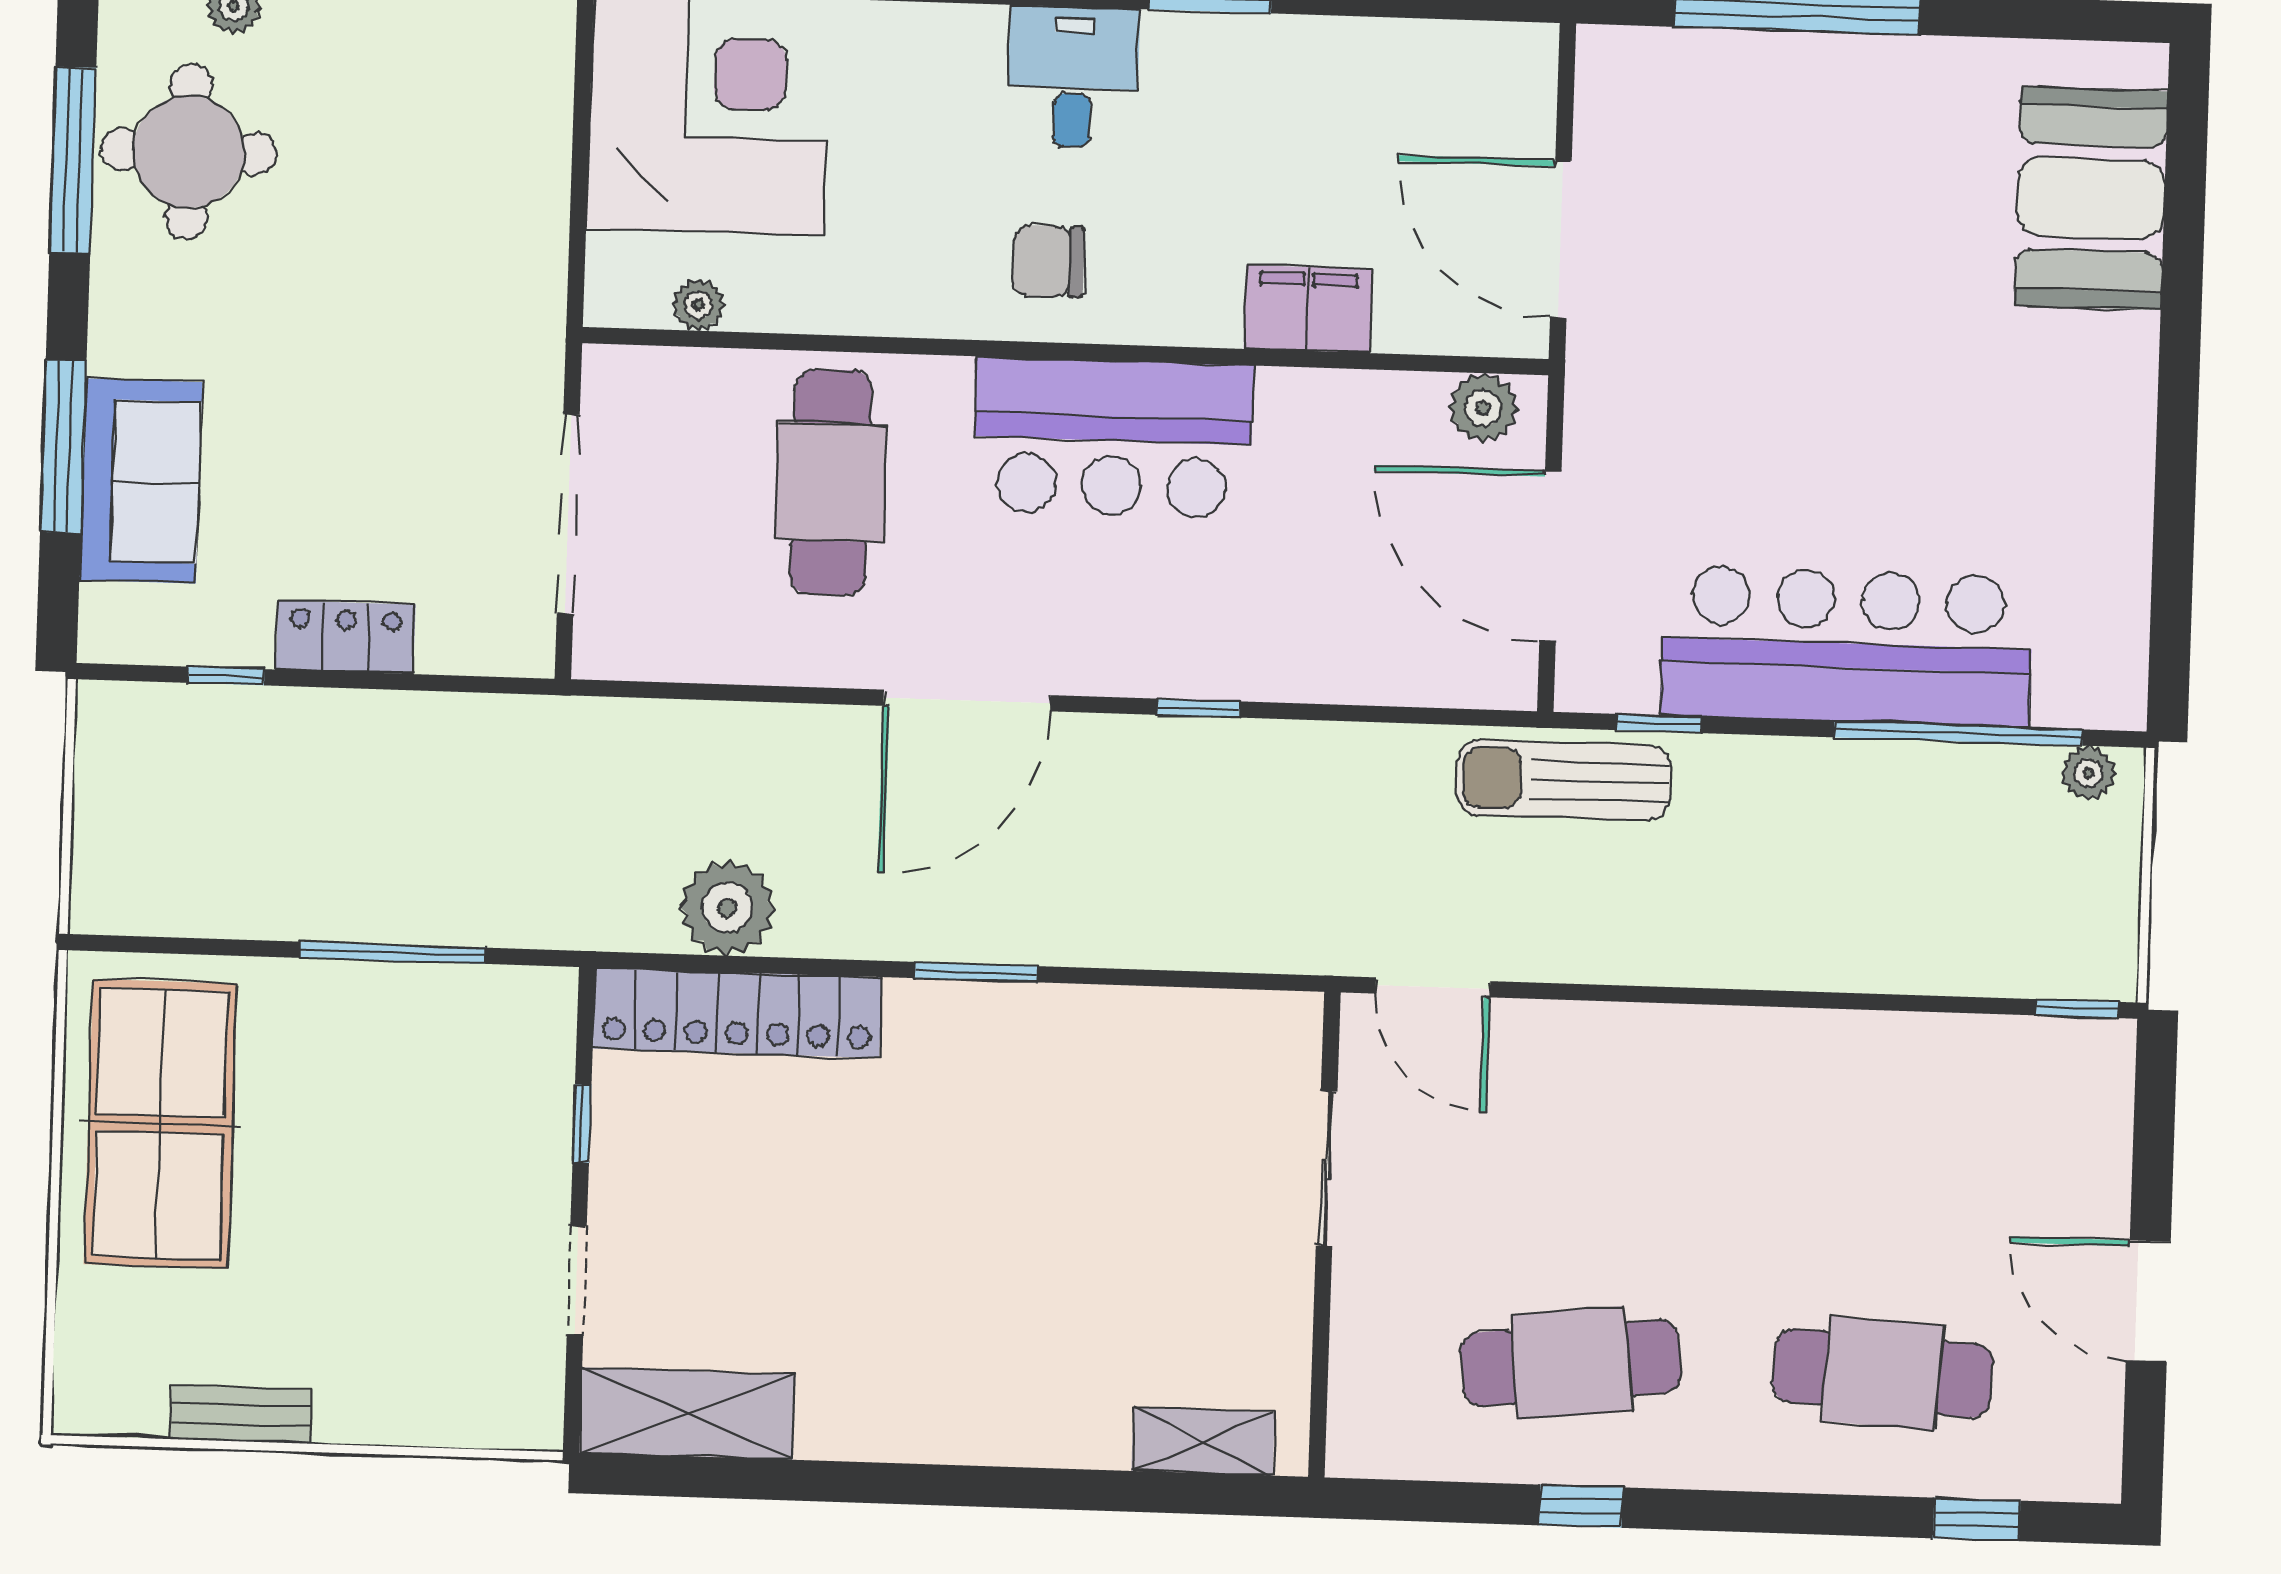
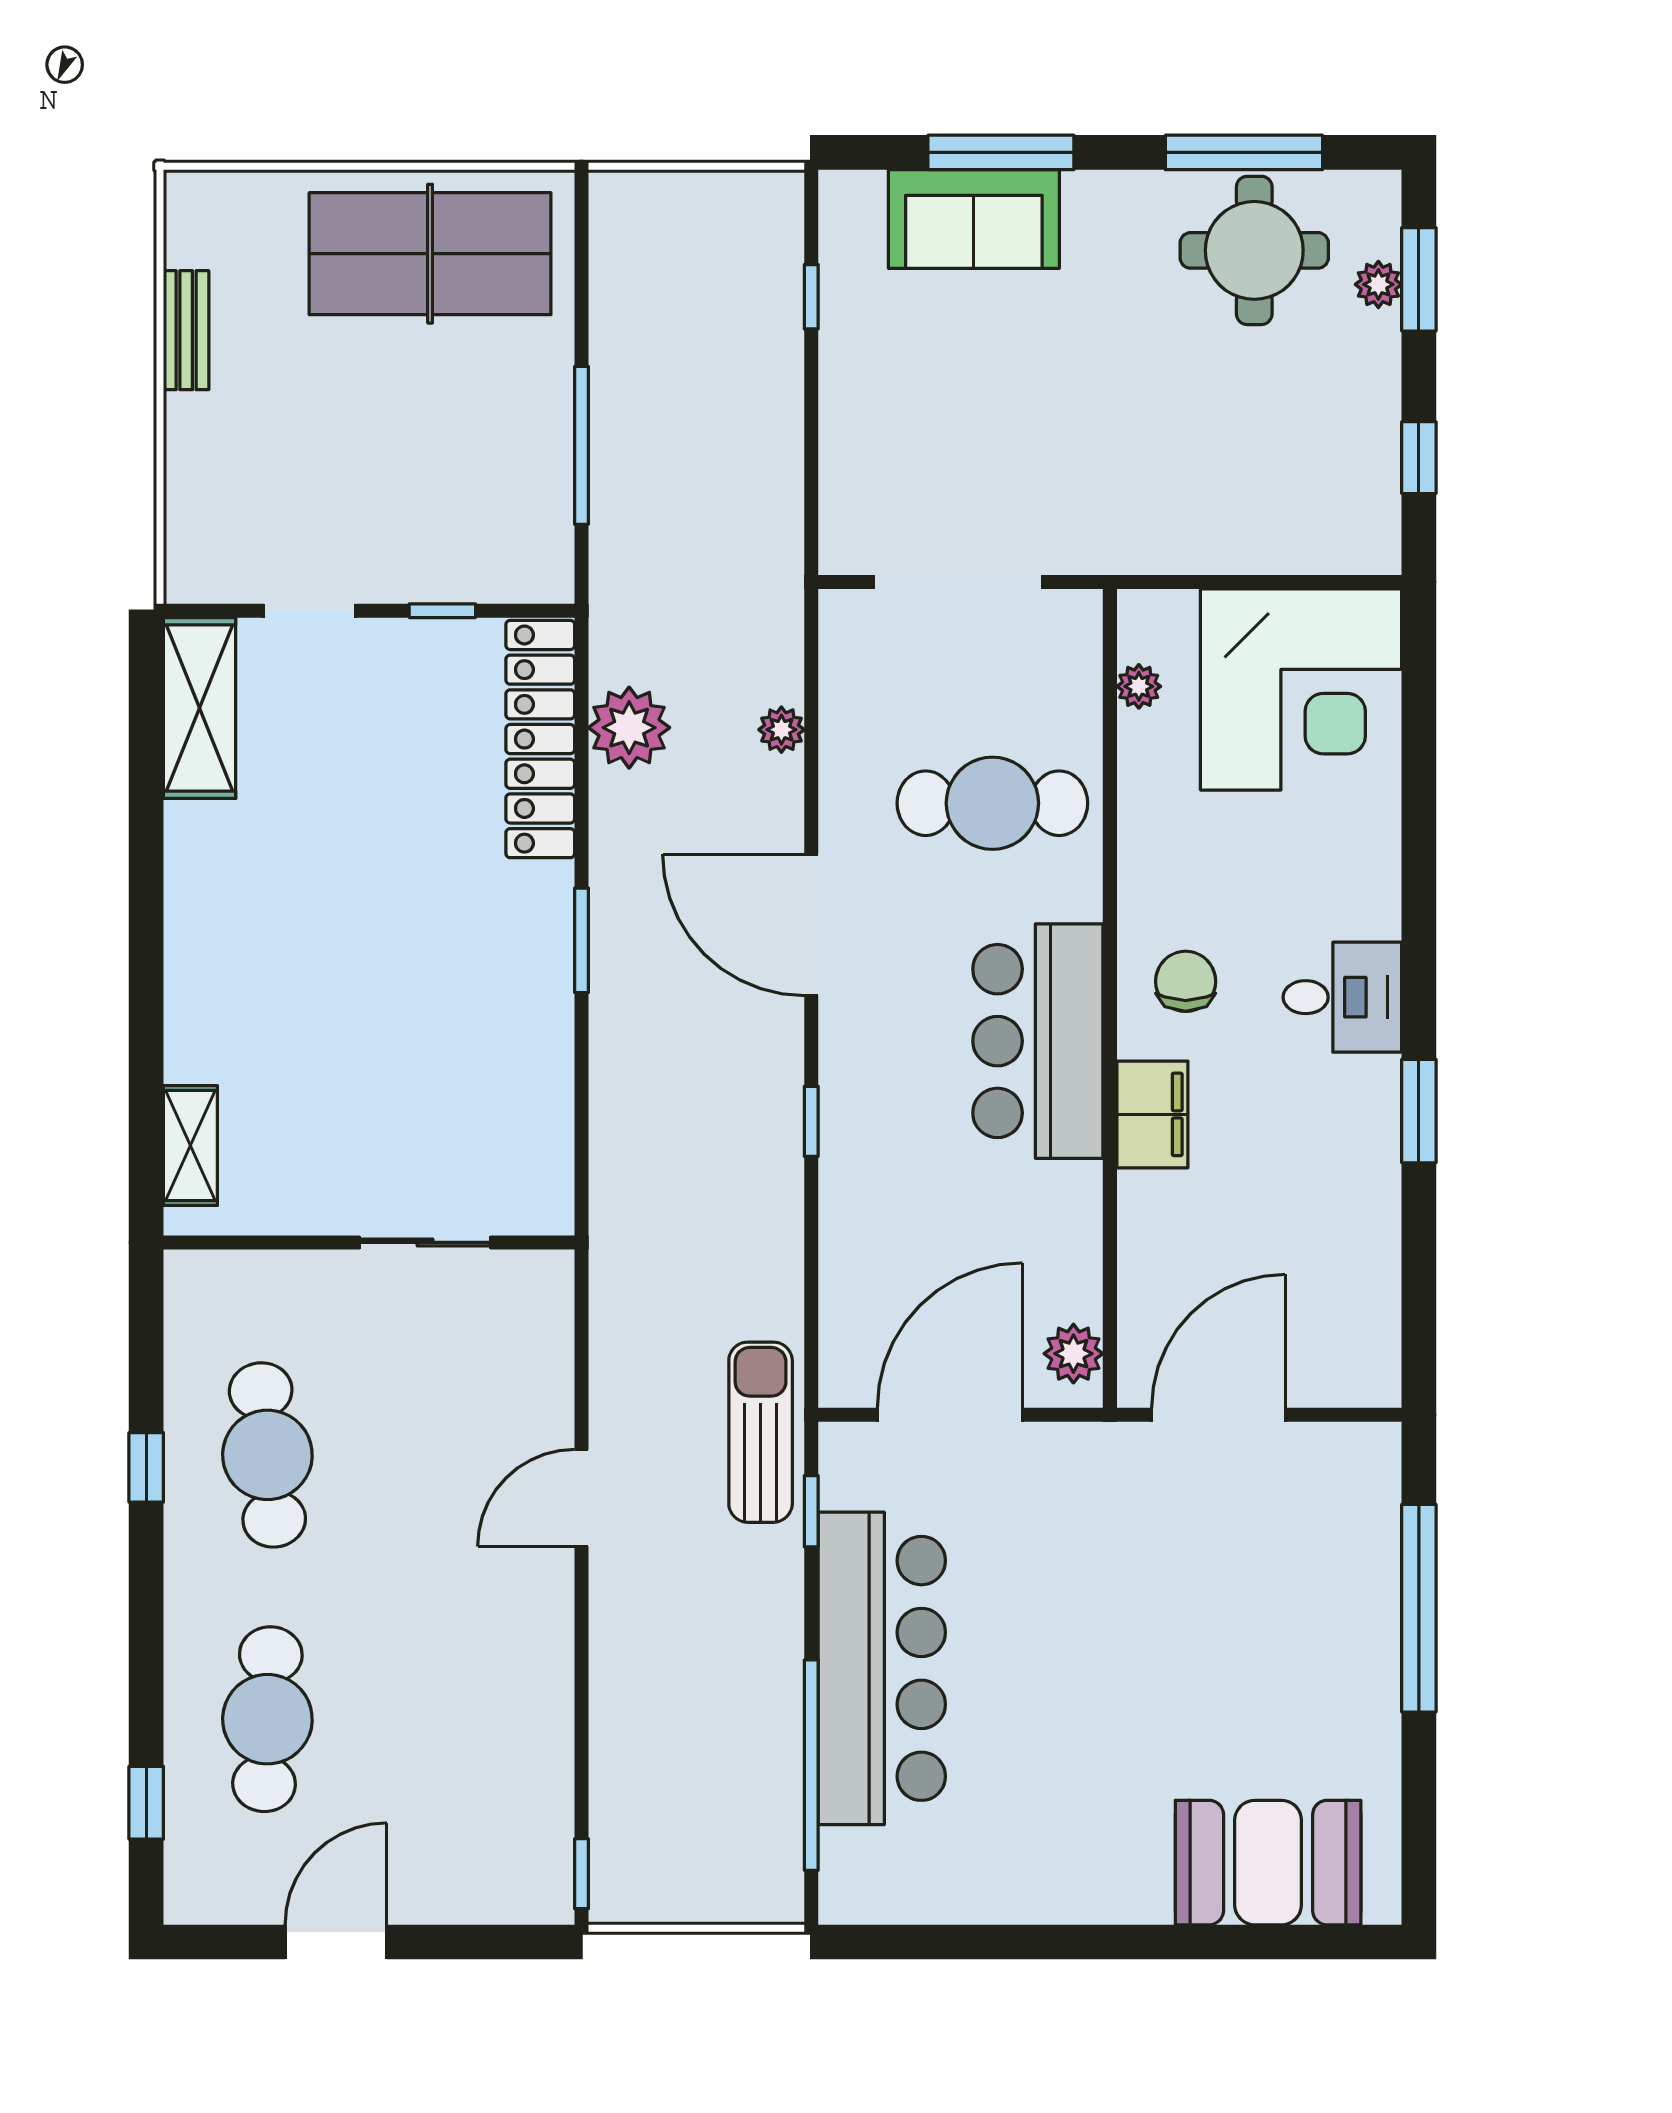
filing cabinet: (1308, 309) -> (1152, 1114), moved
locker: (346, 637) -> (848, 397), removed
plant: (2088, 773) -> (781, 730), moved
door: (1433, 987) -> (582, 1498), moved

